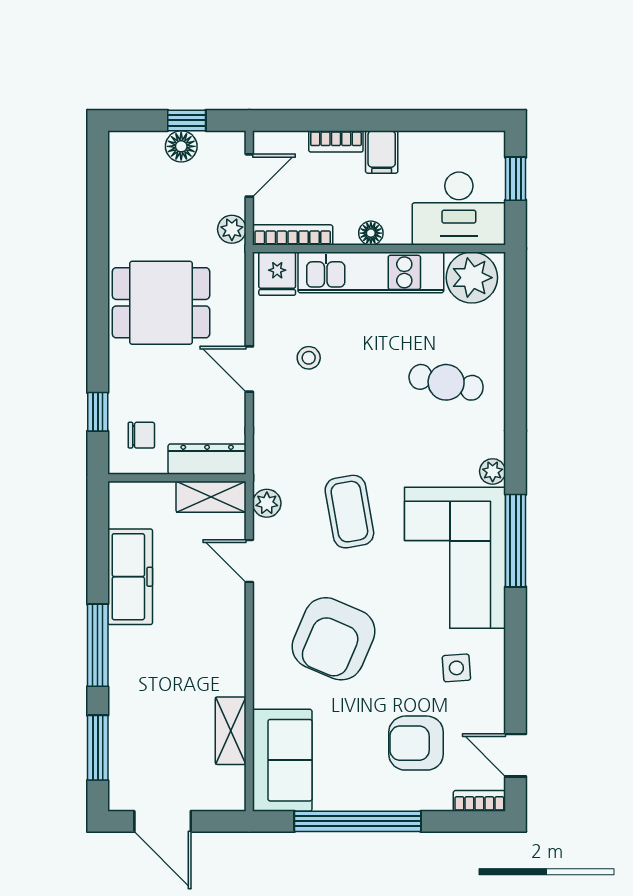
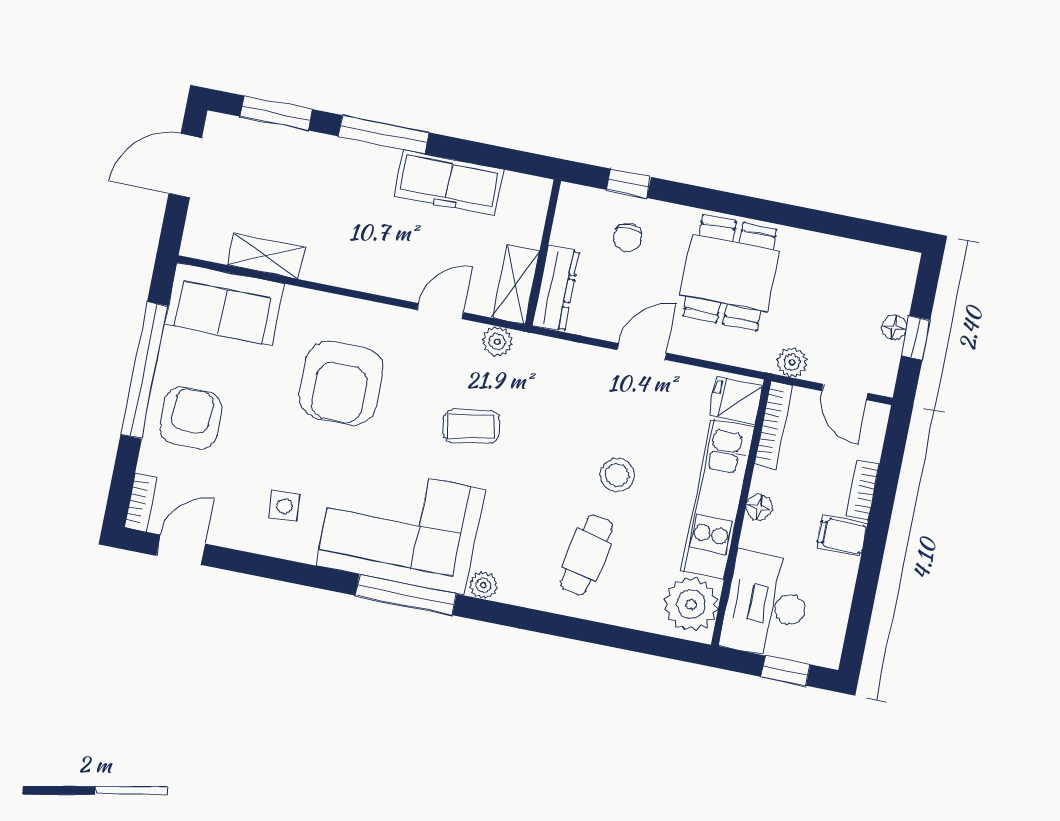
floor lamp: (181, 146) -> (894, 328), width x0.73, depth x0.73
stool: (309, 358) -> (617, 475), moved, width x1.37, depth x1.37
chair: (141, 435) -> (628, 237), moved
coffee table: (349, 512) -> (471, 427), width x0.73, depth x0.77
armchair: (334, 639) -> (341, 383), turned -113
armchair: (416, 743) -> (191, 418), moved

